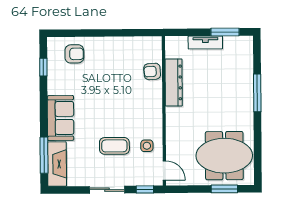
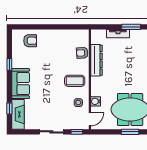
window: (43, 67) -> (9, 64), moved
water cooler: (173, 144) -> (96, 101), added
coffee table: (114, 146) -> (75, 81), moved
window: (44, 155) -> (9, 108), width x0.46
door: (164, 171) -> (90, 119), hinge flipped

